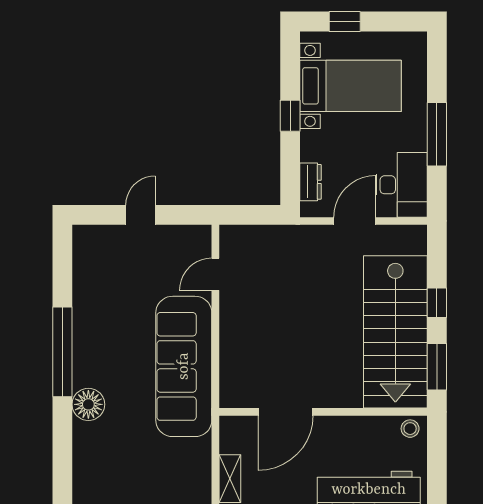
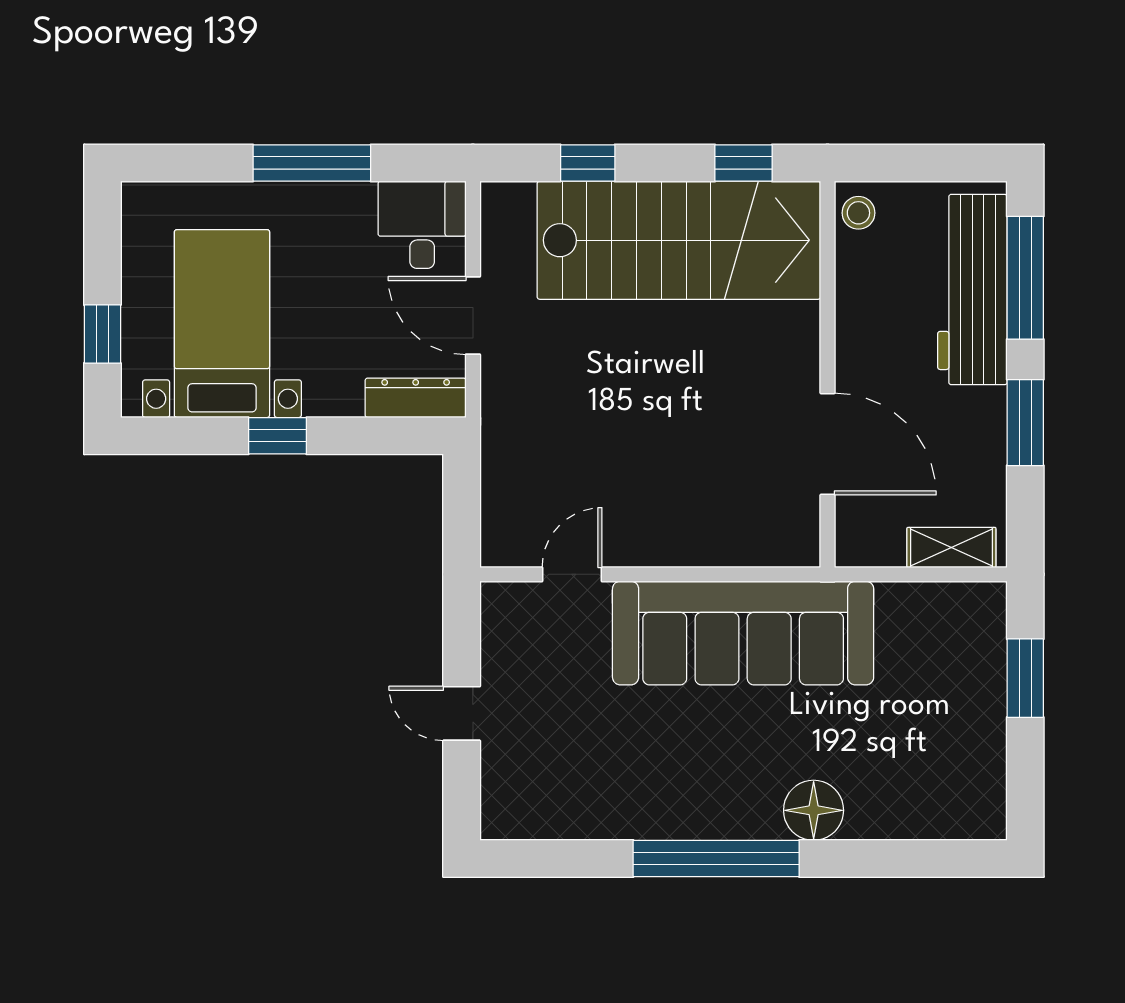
dresser: (310, 182) -> (416, 398), width x1.44
desk: (402, 185) -> (422, 229), width x0.73
door: (215, 274) -> (572, 574), swing flipped
window: (437, 303) -> (588, 163), moved
window: (437, 367) -> (744, 163), width x0.67

